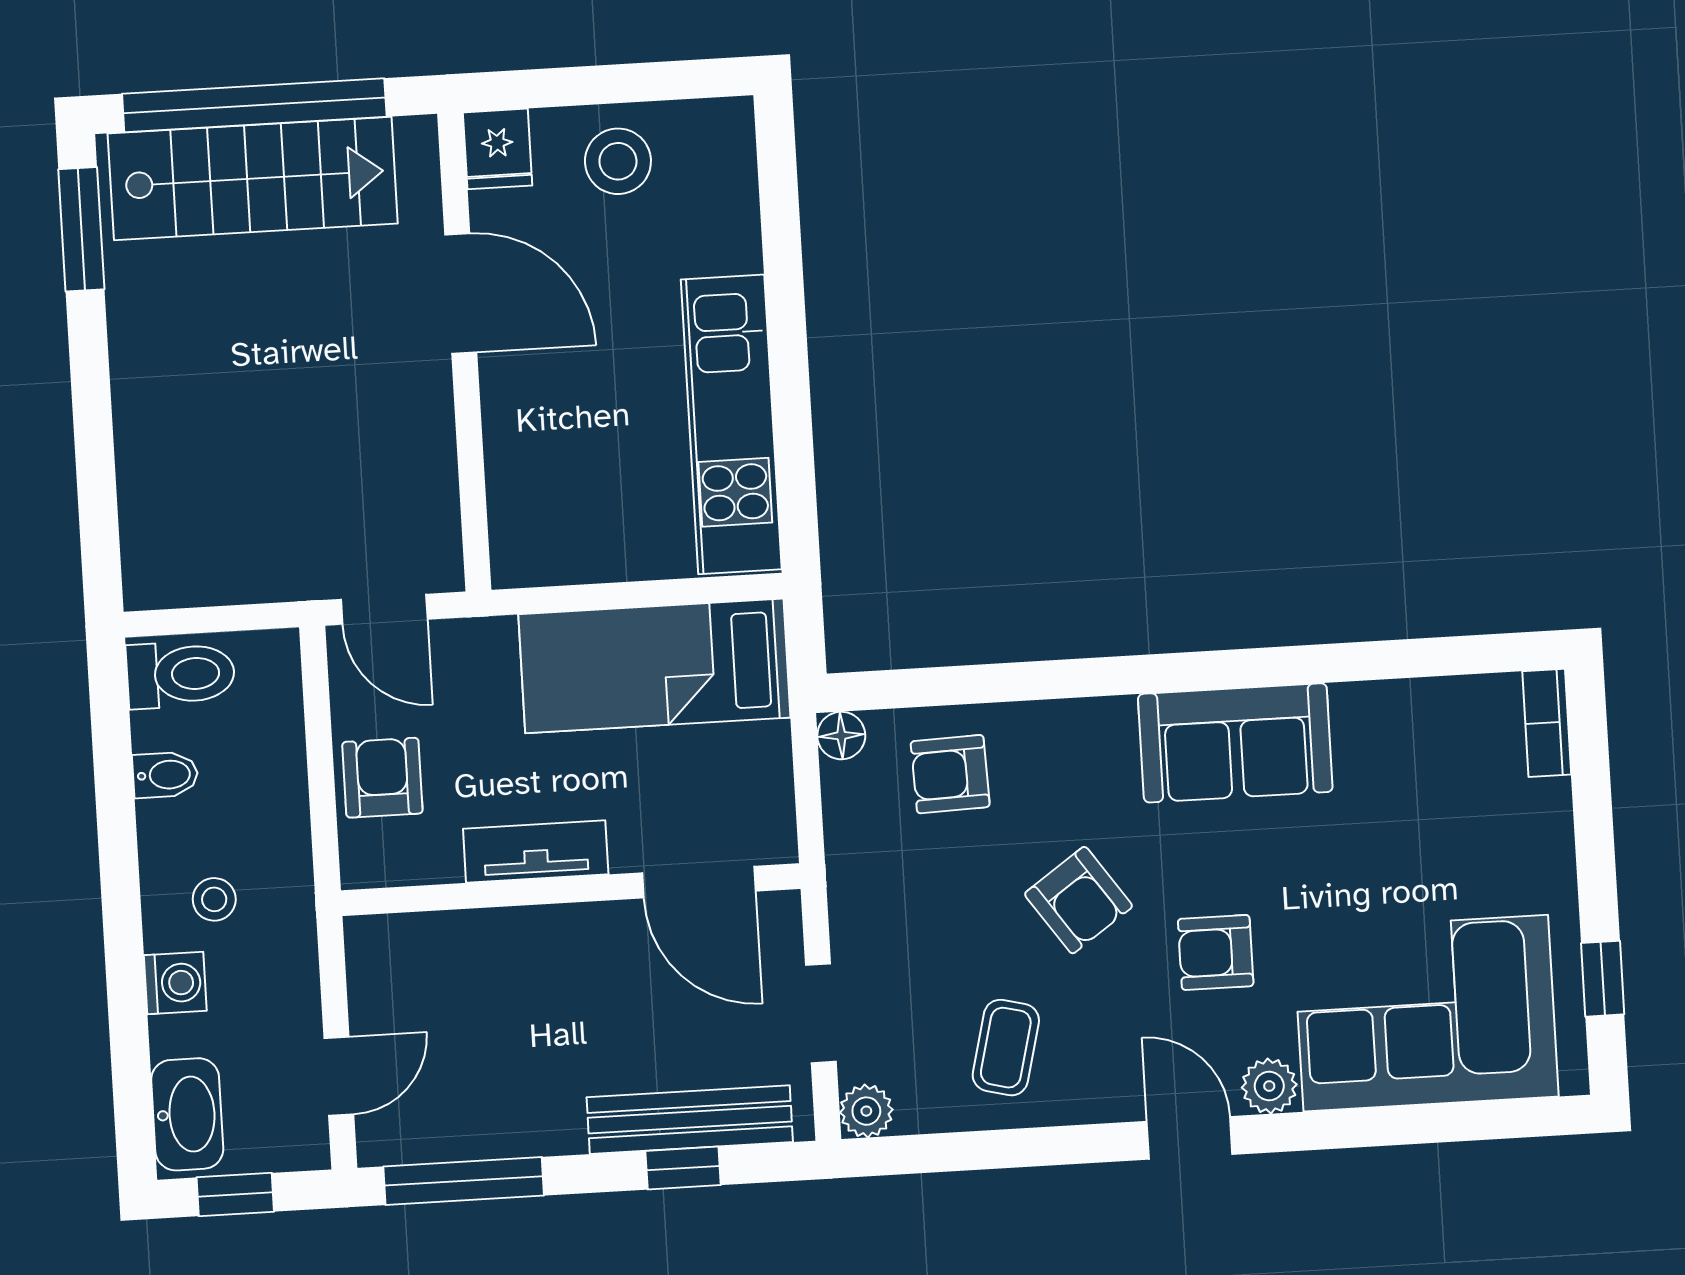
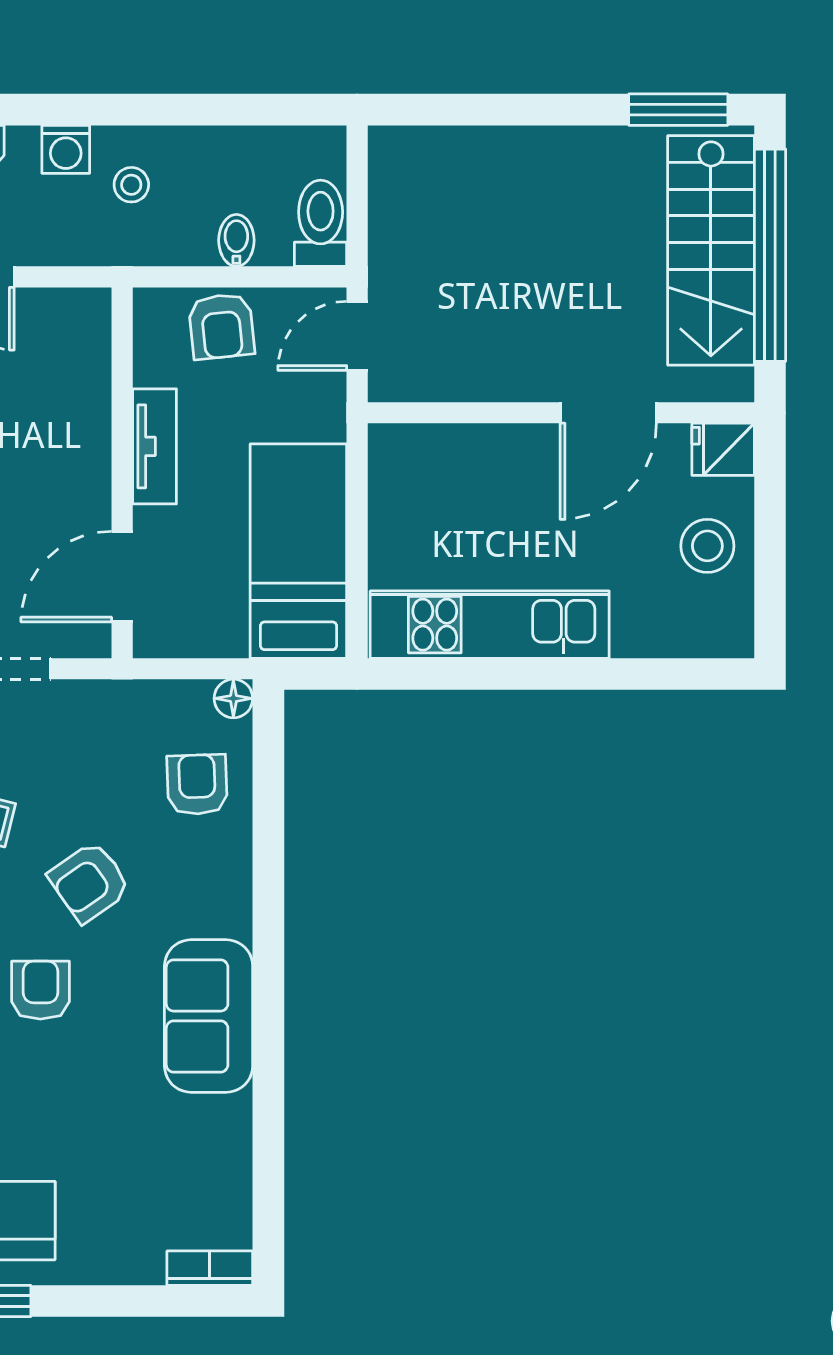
toilet: (181, 674) -> (321, 223), moved, turned 180
bidet: (165, 775) -> (236, 240), moved, turned 180
armchair: (382, 778) -> (221, 326), turned 84

